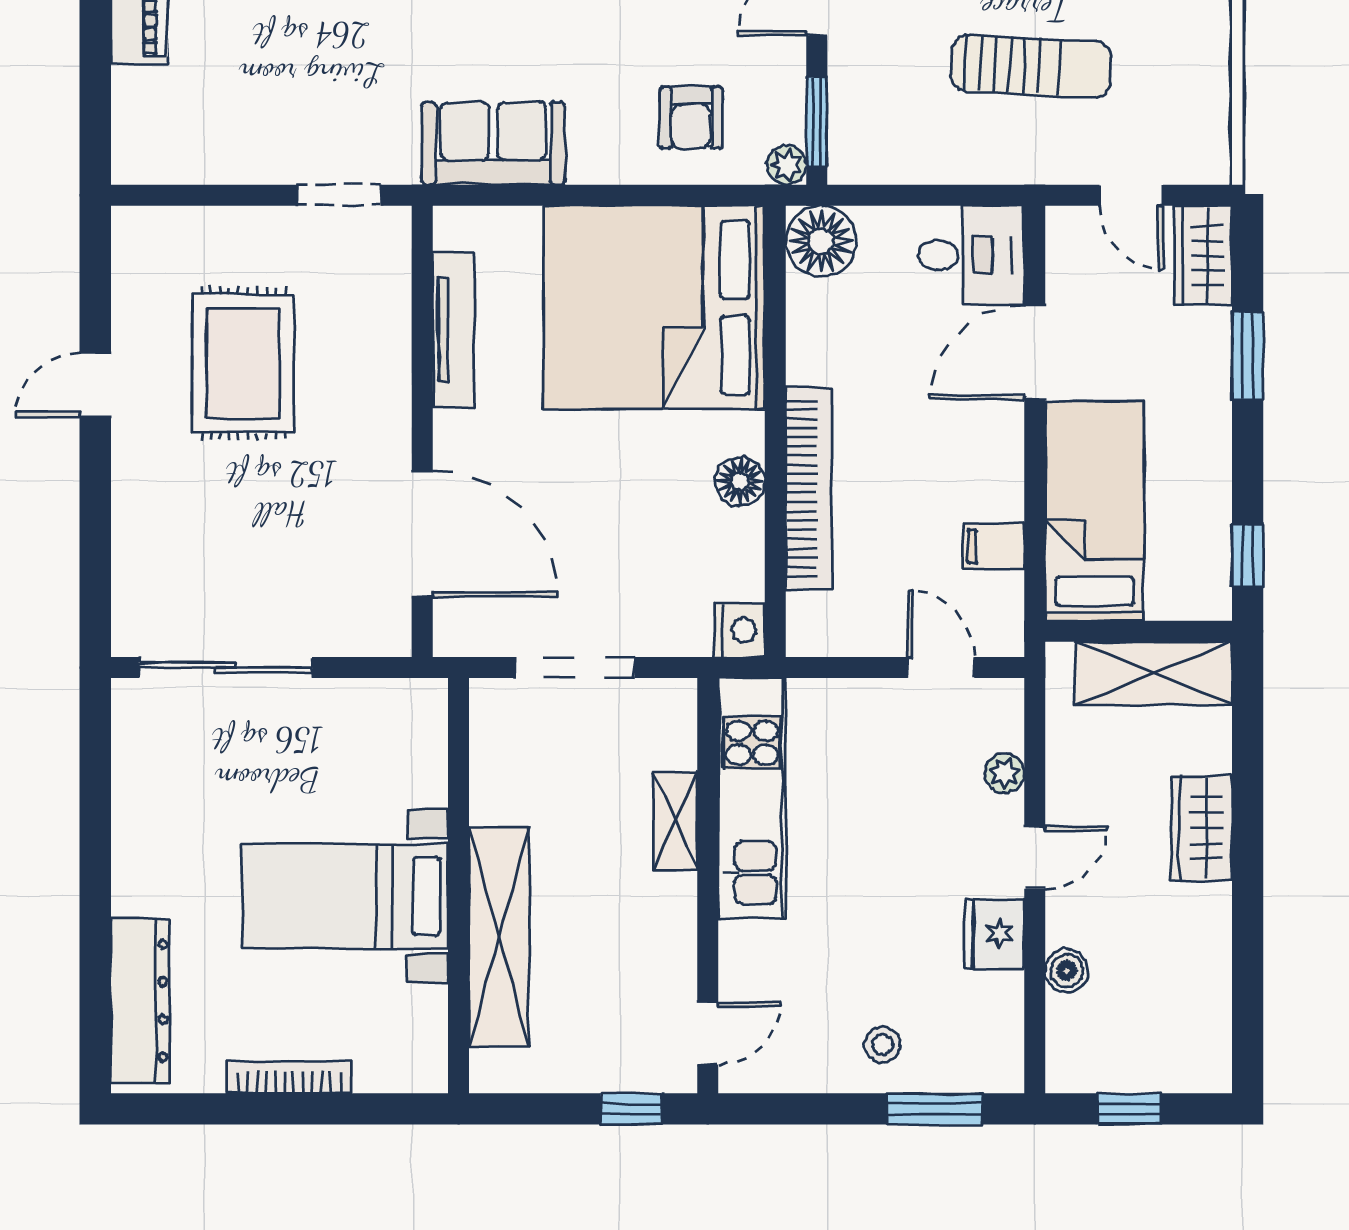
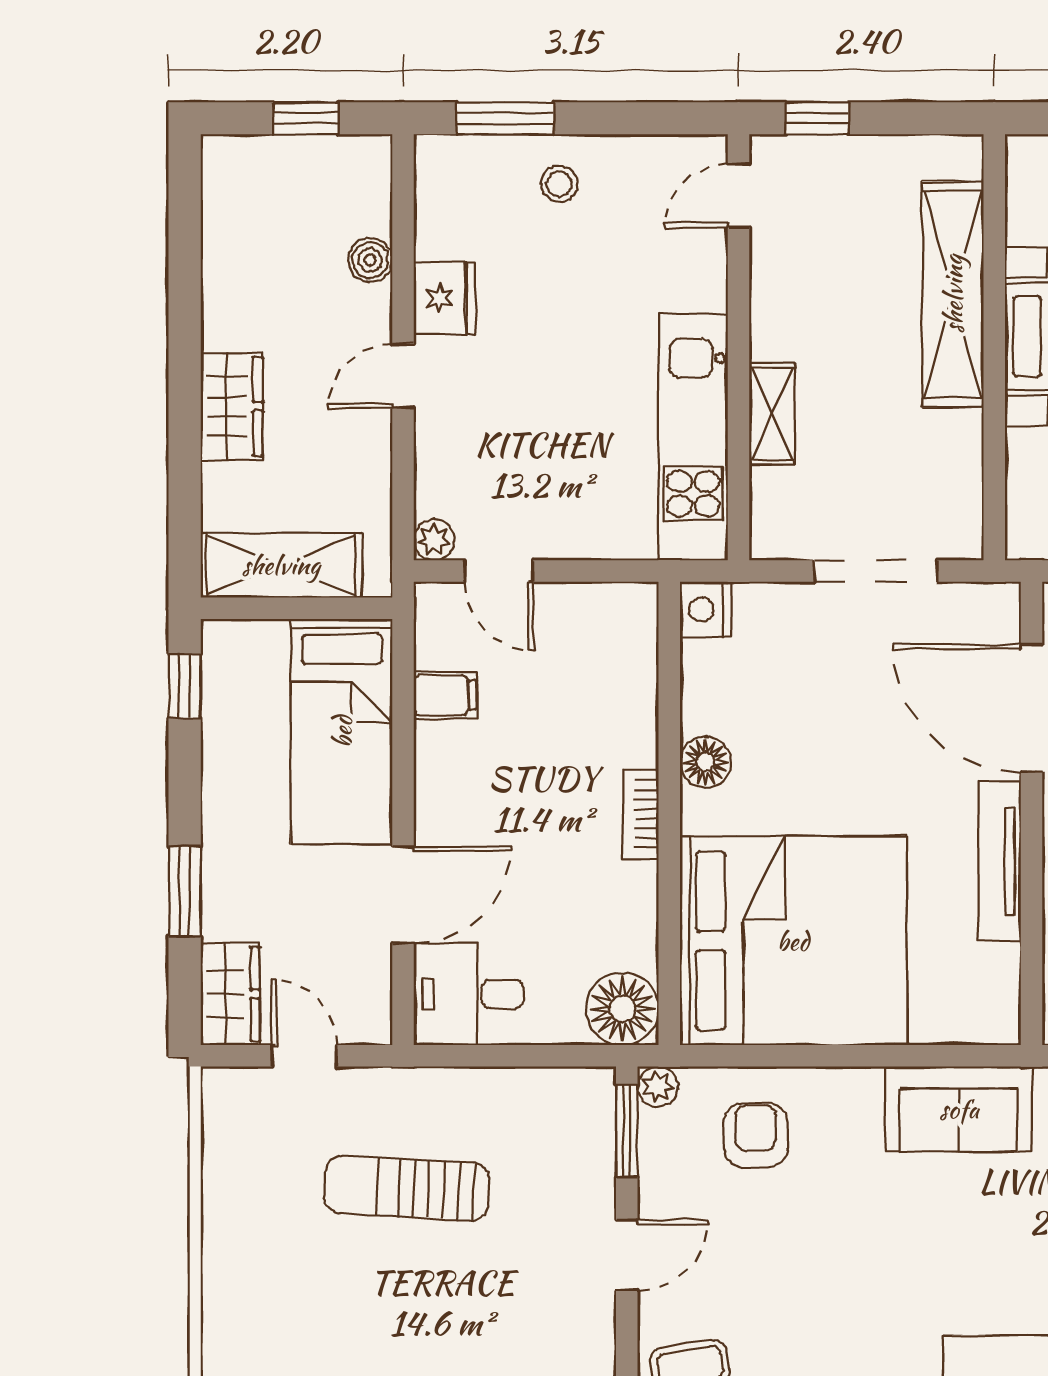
tv unit: (454, 330) -> (999, 861), moved
bookcase: (809, 488) -> (641, 814), width x0.43, depth x0.76
plant: (1005, 773) -> (434, 540), moved

